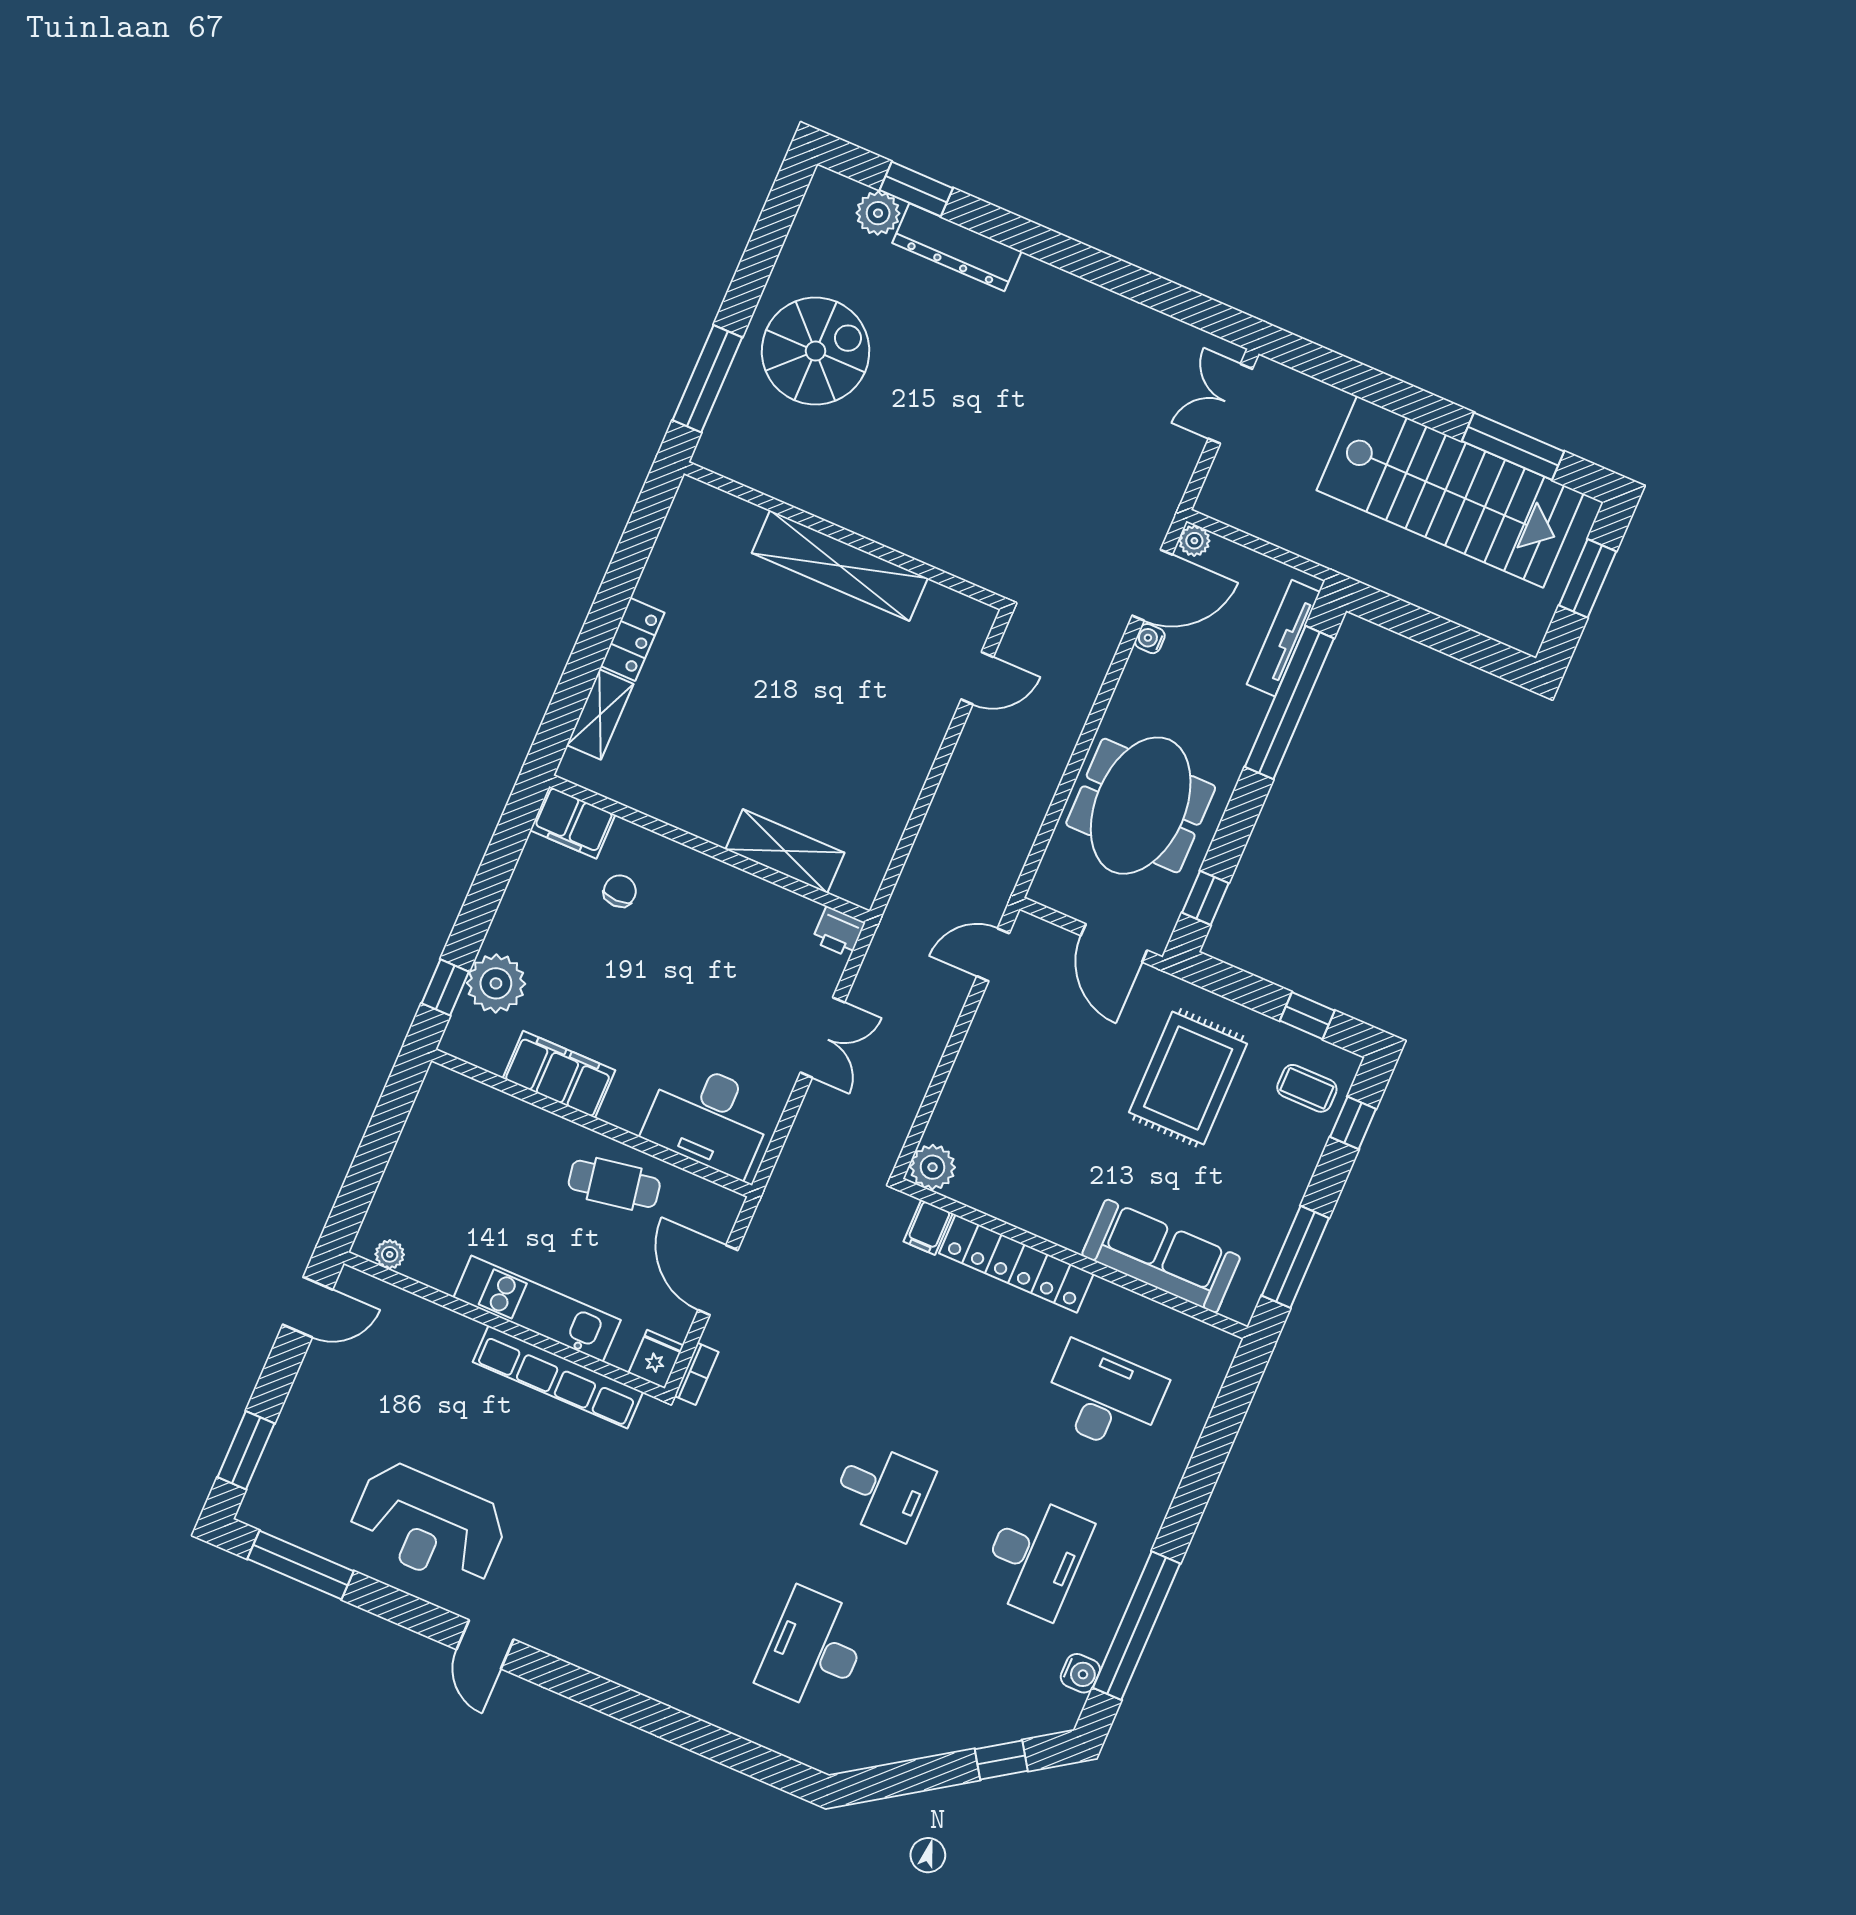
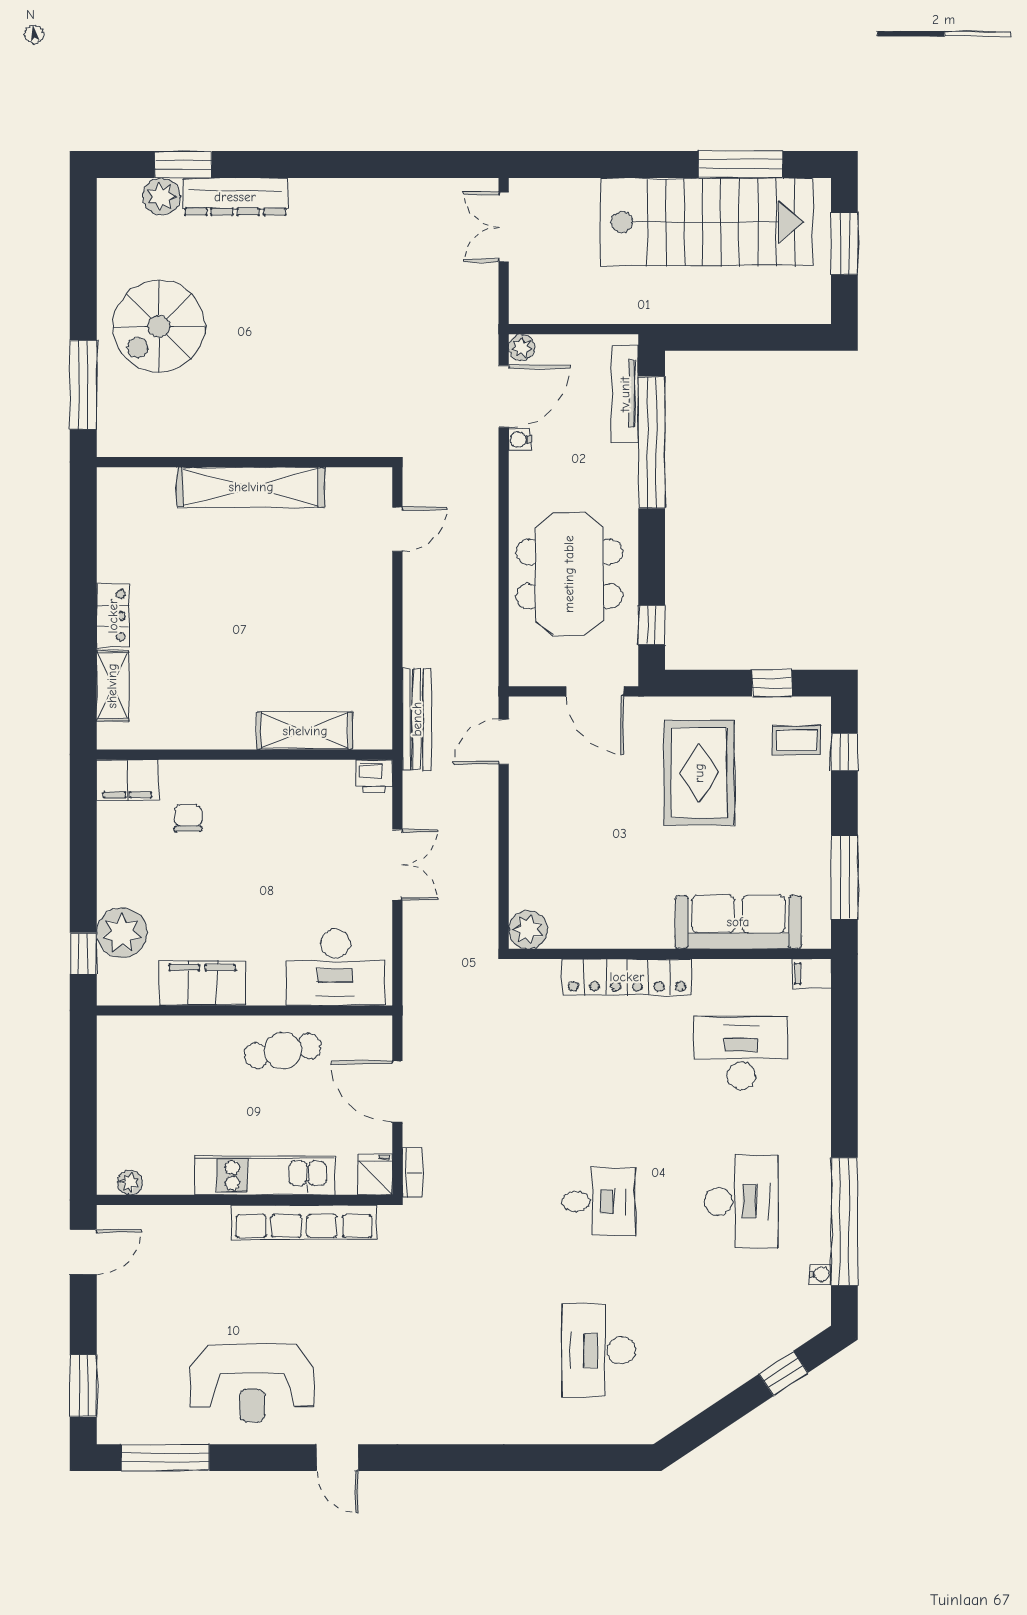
spiral stairs: (816, 351) -> (159, 326), turned 180
bench: (910, 890) -> (417, 719), added
filing cabinet: (928, 1227) -> (812, 974), moved, turned 90
water cooler: (1080, 1673) -> (820, 1274), width x0.72, depth x0.72

